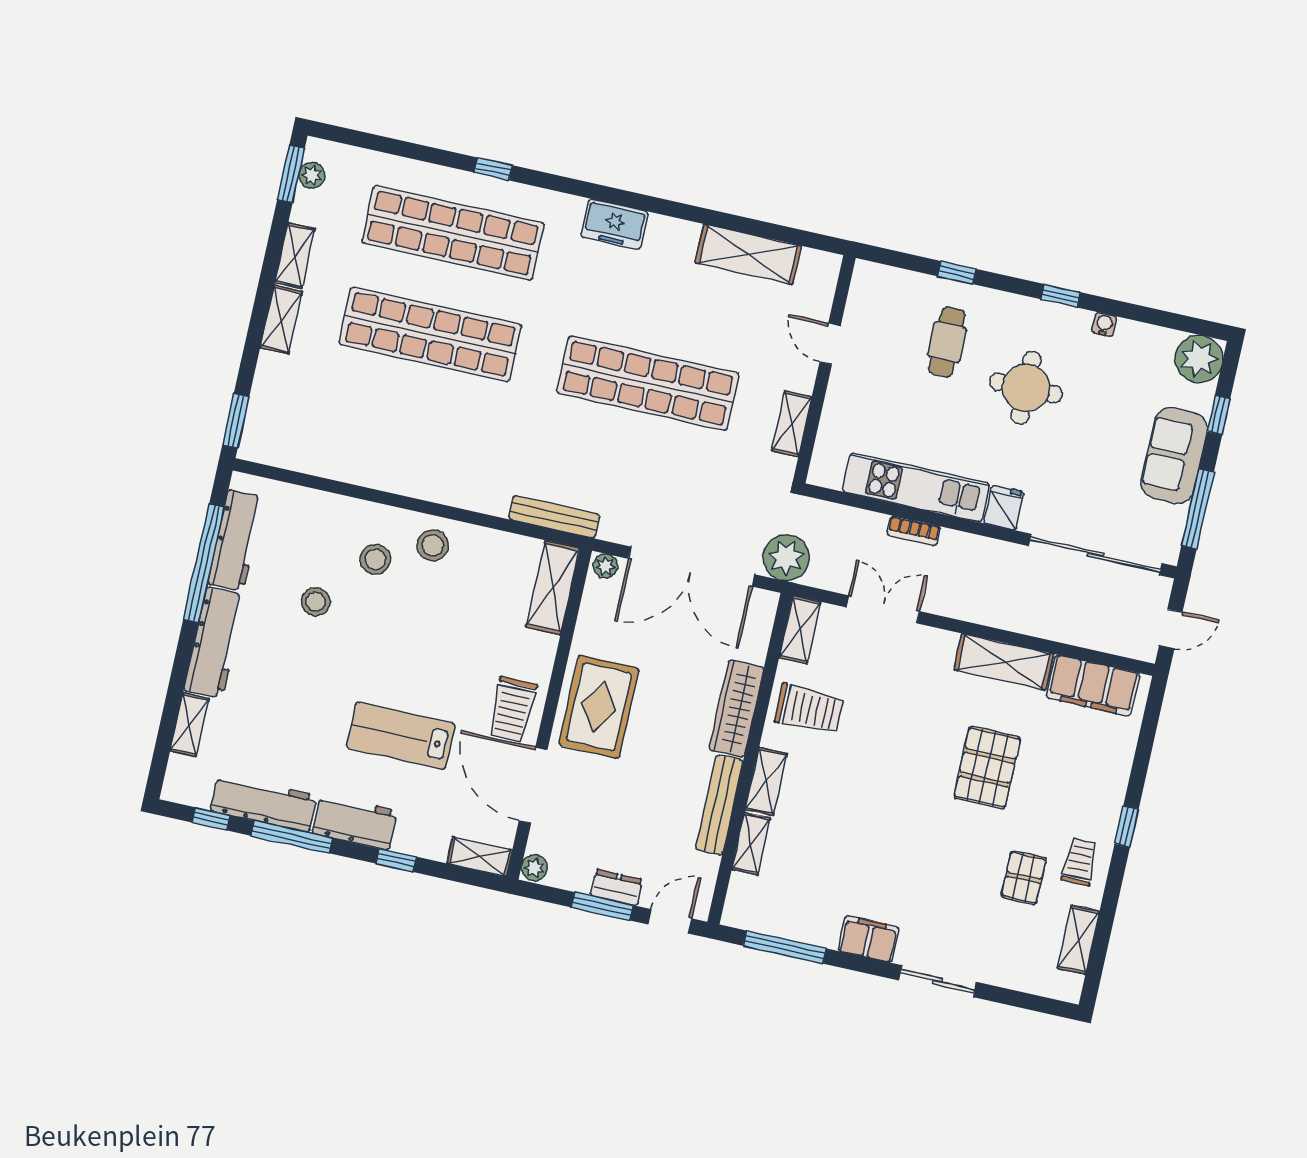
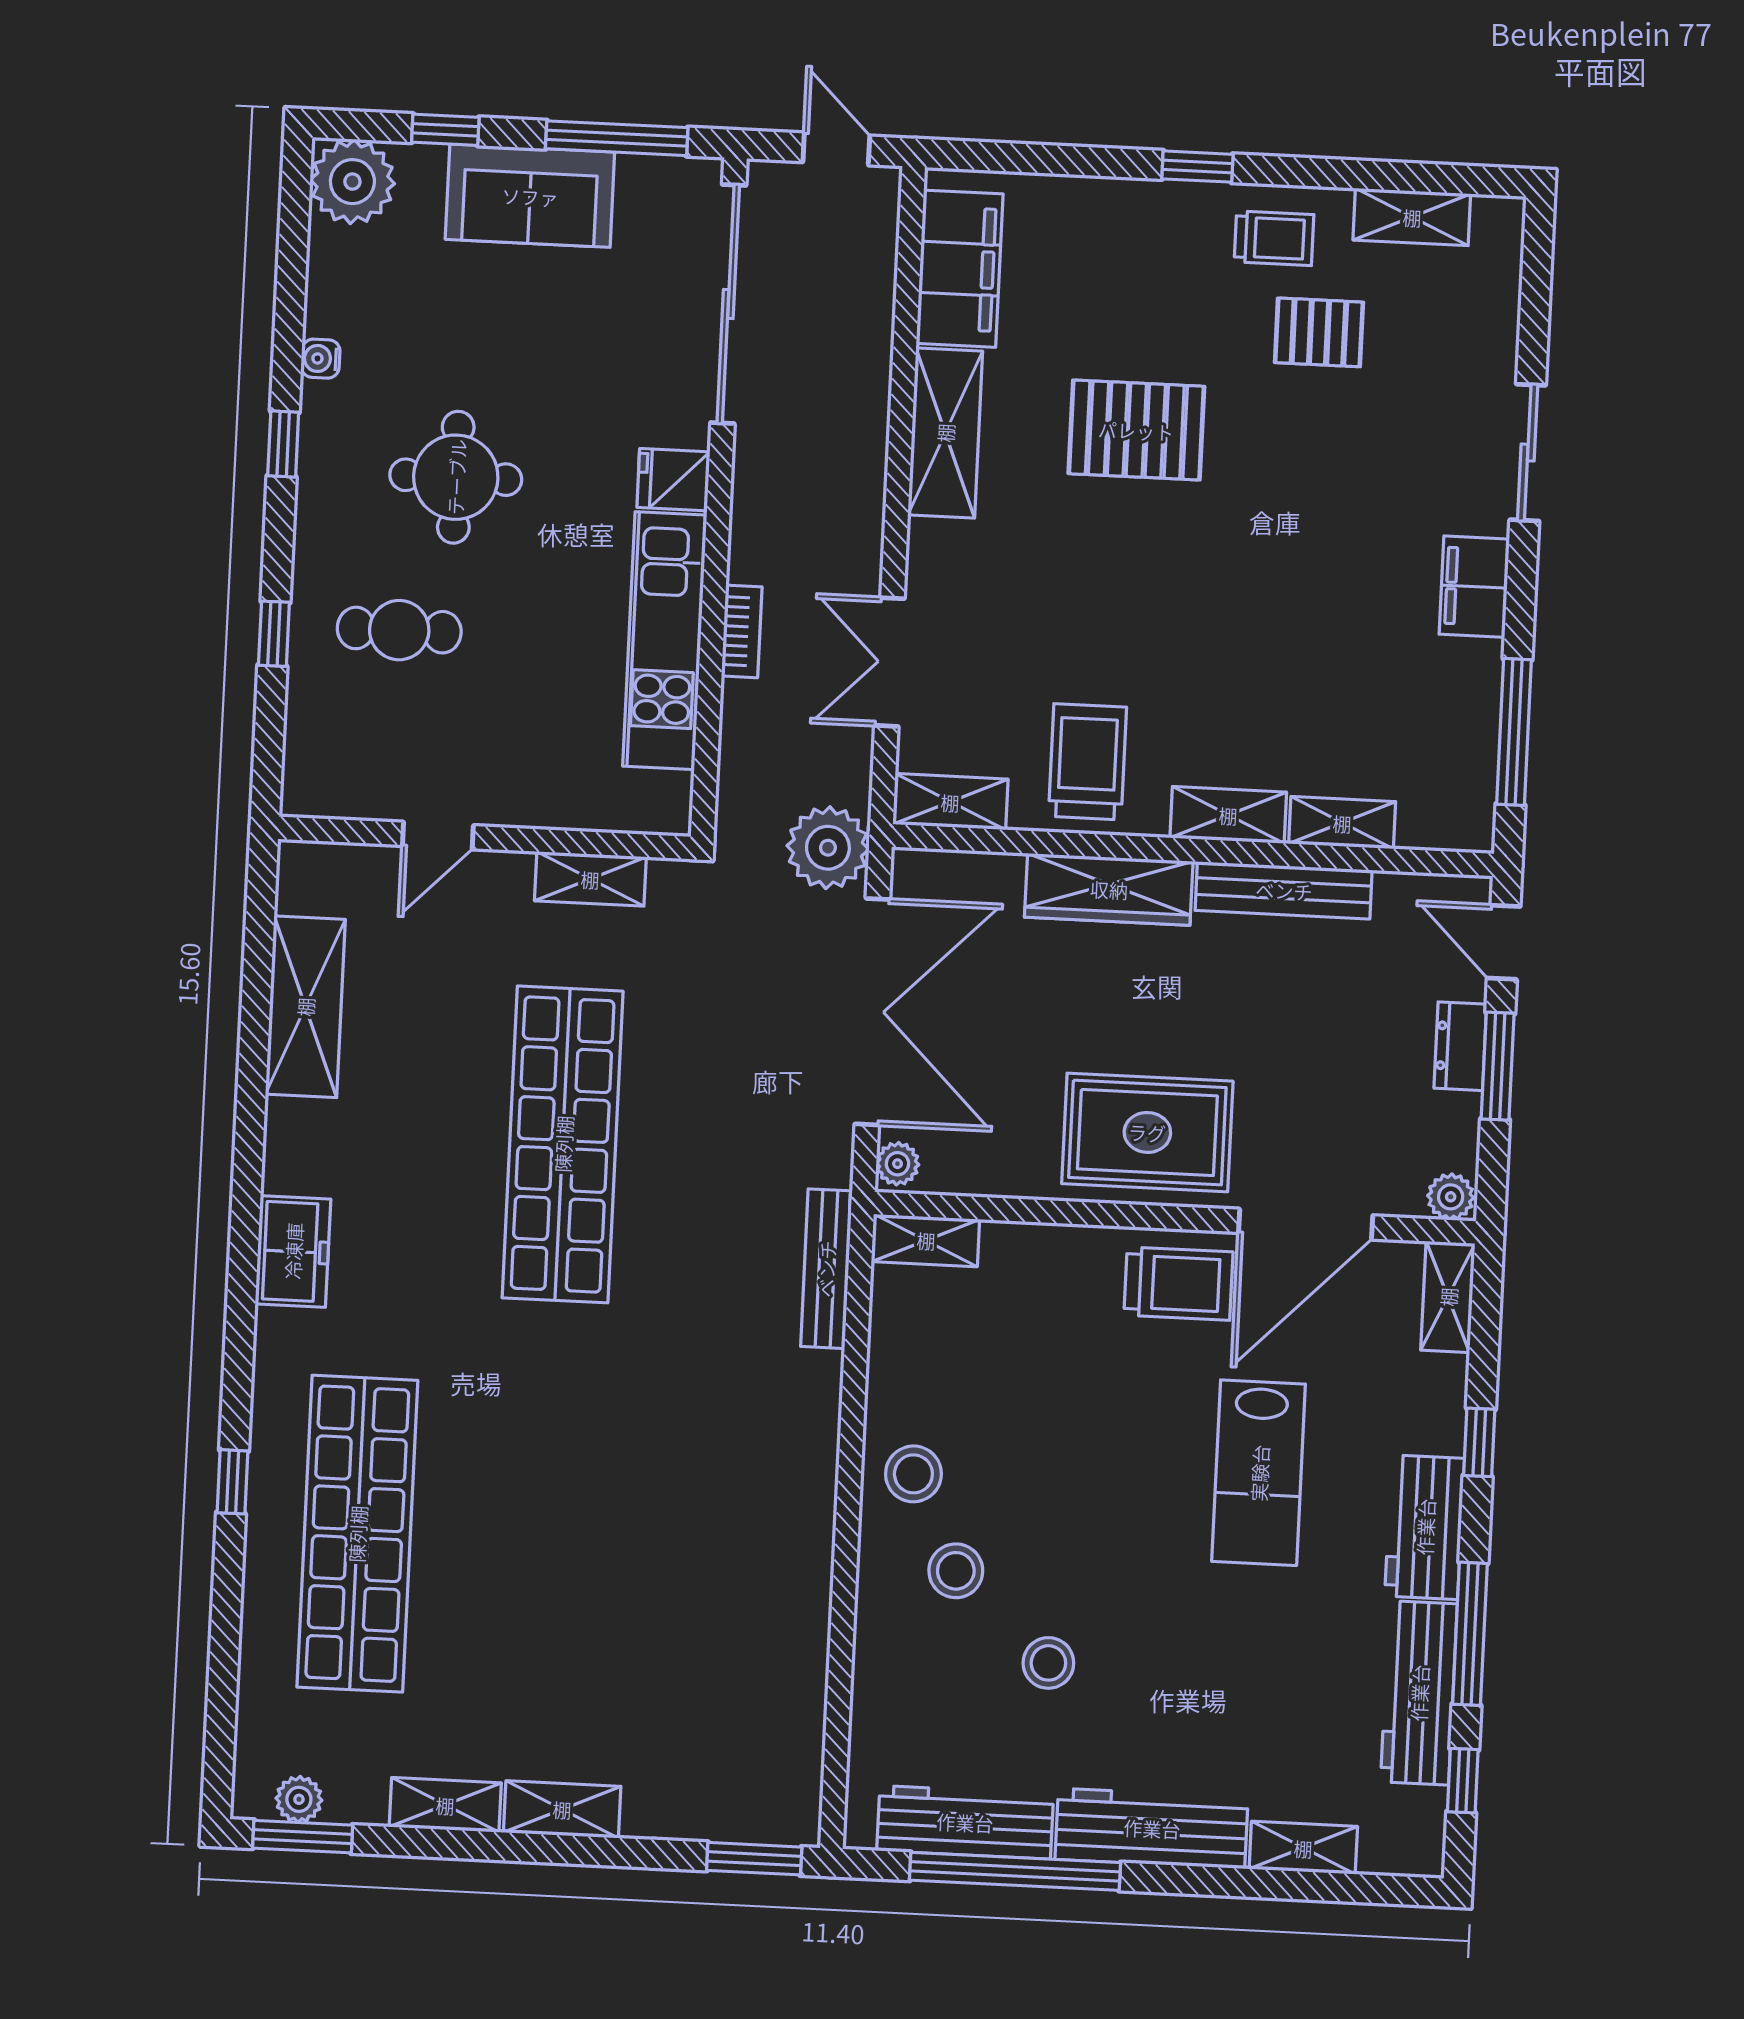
shop shelf: (430, 334) -> (543, 1543), removed
shelving: (553, 588) -> (926, 1240), width x0.67, depth x0.75
trolley: (1080, 862) -> (1274, 238), turned 180

